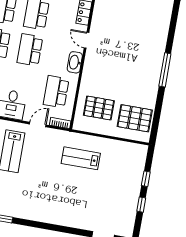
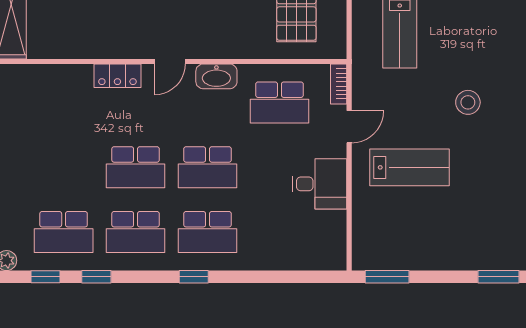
door: (38, 124) -> (349, 127), swing flipped
stool: (40, 186) -> (468, 102), added

